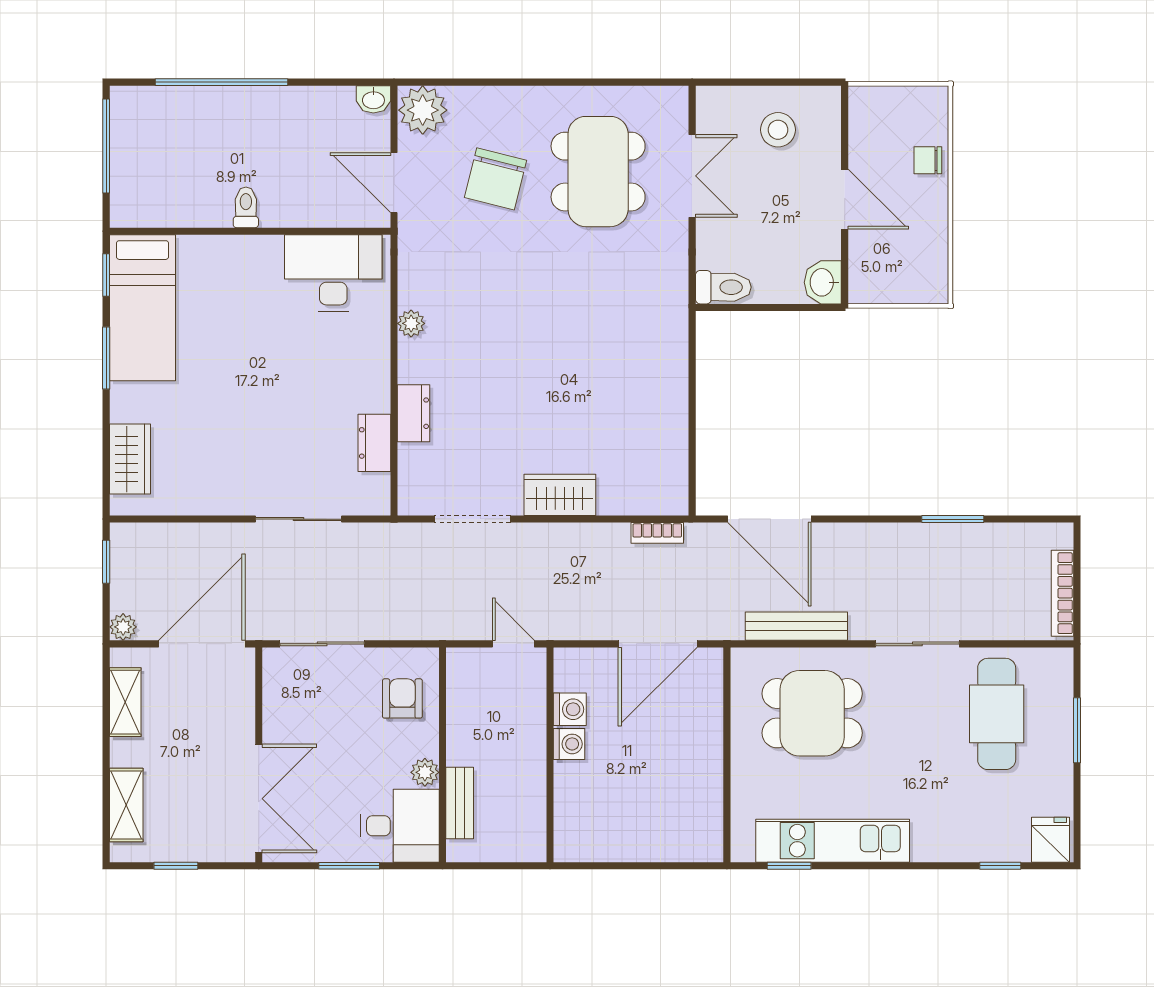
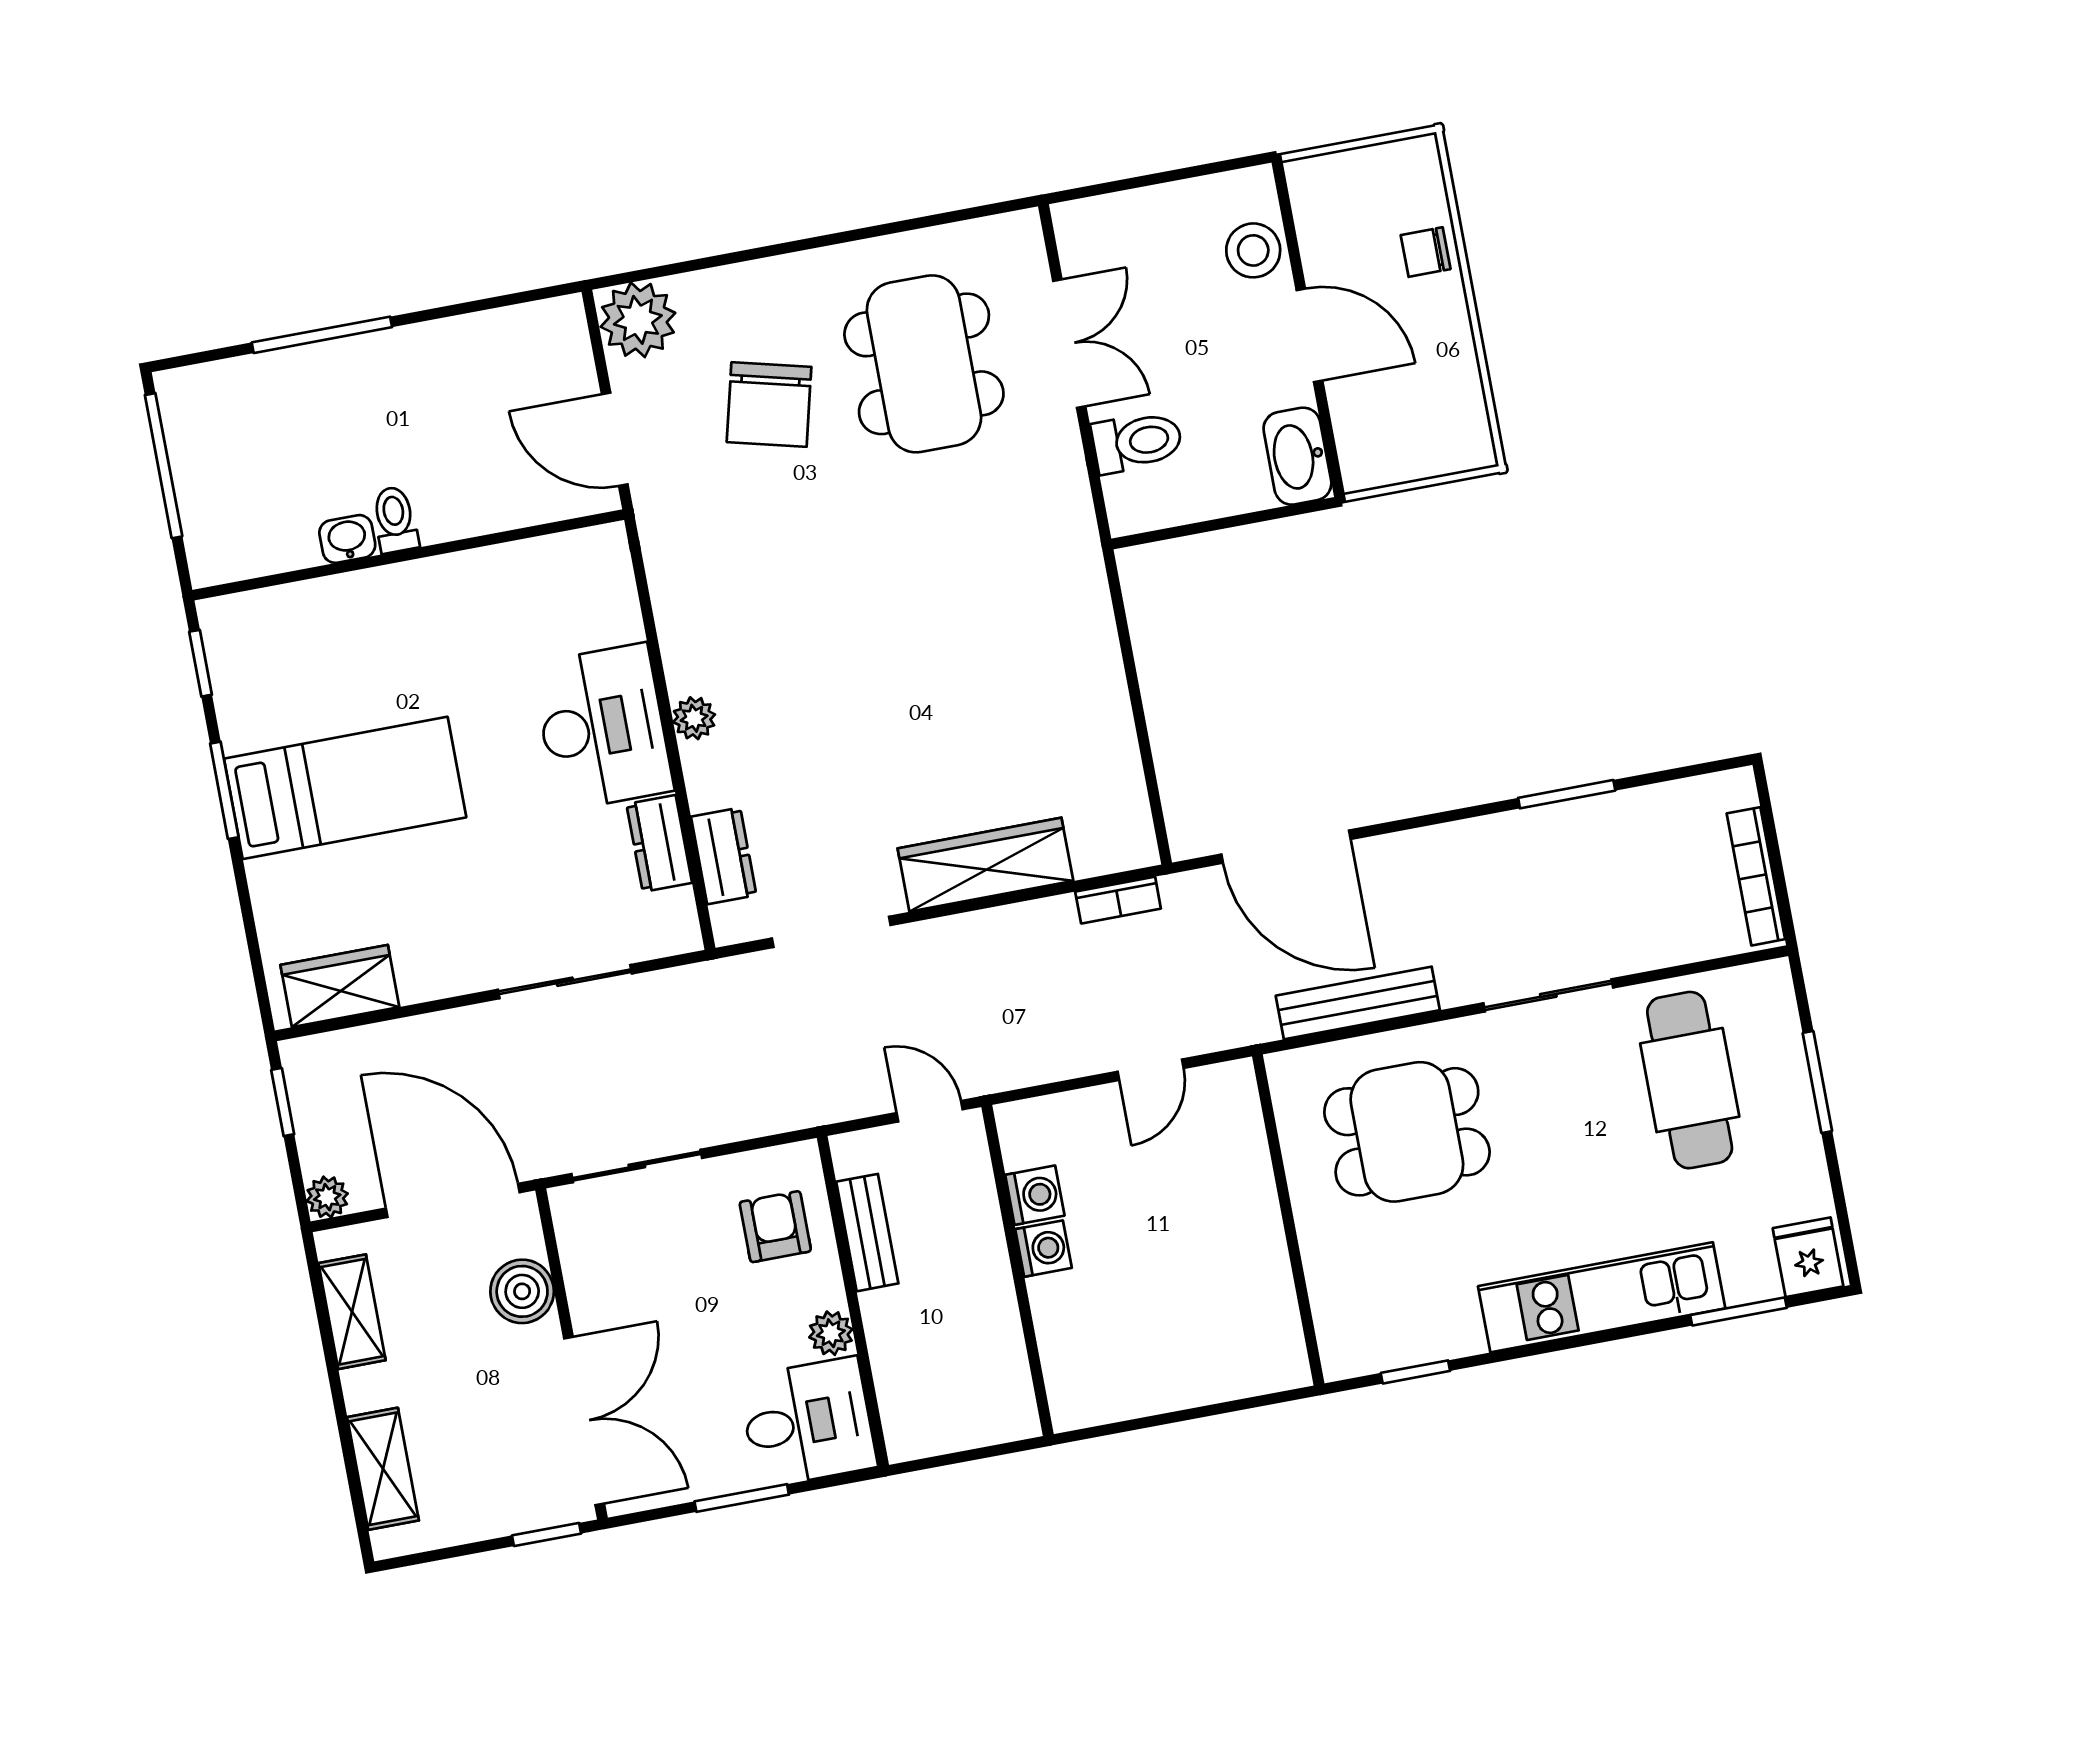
window: (222, 82) -> (322, 335), width x0.68
washbasin: (373, 99) -> (347, 539), moved, turned 180
stool: (778, 130) -> (1253, 250), moved
desk: (333, 273) -> (602, 727), moved, turned 90
washbasin: (823, 282) -> (1297, 456), width x1.38
toilet: (723, 287) -> (1137, 442), moved
bed: (143, 308) -> (345, 788), moved, turned -90
plant: (411, 323) -> (694, 718), moved
dresser: (414, 413) -> (724, 856), moved
wardrobe: (130, 459) -> (340, 986), moved, turned -90
wardrobe: (560, 495) -> (985, 865), width x1.50
door: (202, 644) -> (453, 1200), hinge flipped
door: (658, 644) -> (1151, 1070), width x0.53
boiler: (235, 709) -> (522, 1291), added
bench: (460, 803) -> (867, 1233), moved
kitchen unit: (833, 841) -> (1602, 1297), moved
window: (176, 866) -> (547, 1535), moved
window: (1000, 866) -> (1738, 1311), width x1.50

